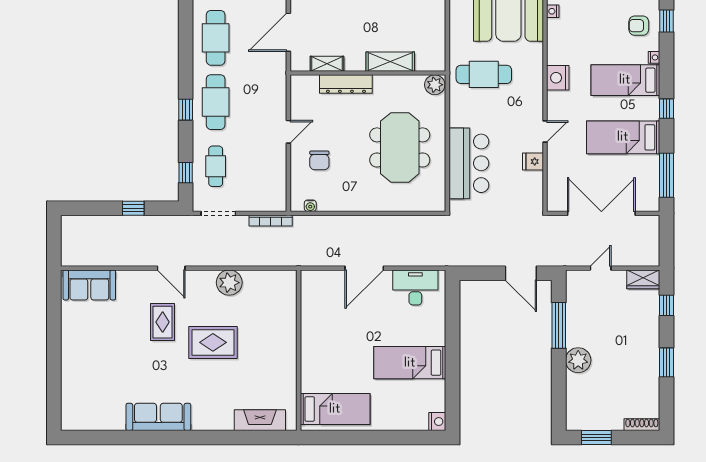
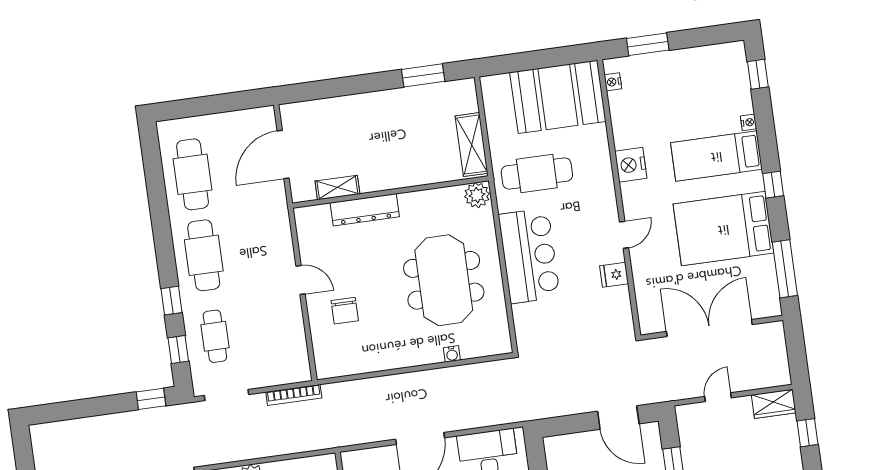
armchair: (639, 26) -> (724, 85), removed
shelving: (390, 62) -> (472, 145), moved, turned 90
window: (186, 110) -> (171, 301), moved
door: (288, 132) -> (301, 280), hinge flipped
bed: (623, 137) -> (723, 229), width x1.50
bar counter: (469, 163) -> (529, 256), moved
water cooler: (310, 206) -> (452, 354), moved
window: (133, 208) -> (151, 399), moved

